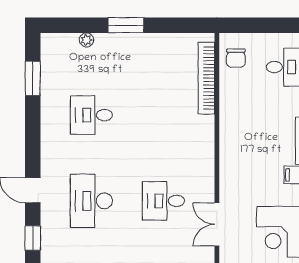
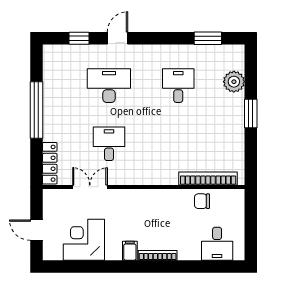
plant: (86, 40) -> (234, 82), width x1.87, depth x1.87
chair: (236, 58) -> (202, 201), moved

